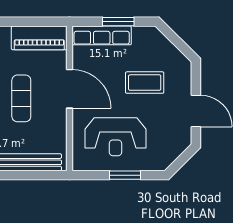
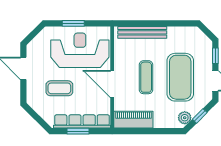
row of seats: (102, 35) -> (82, 121), width x1.36
reception desk: (115, 137) -> (80, 50), width x1.36, depth x1.30

